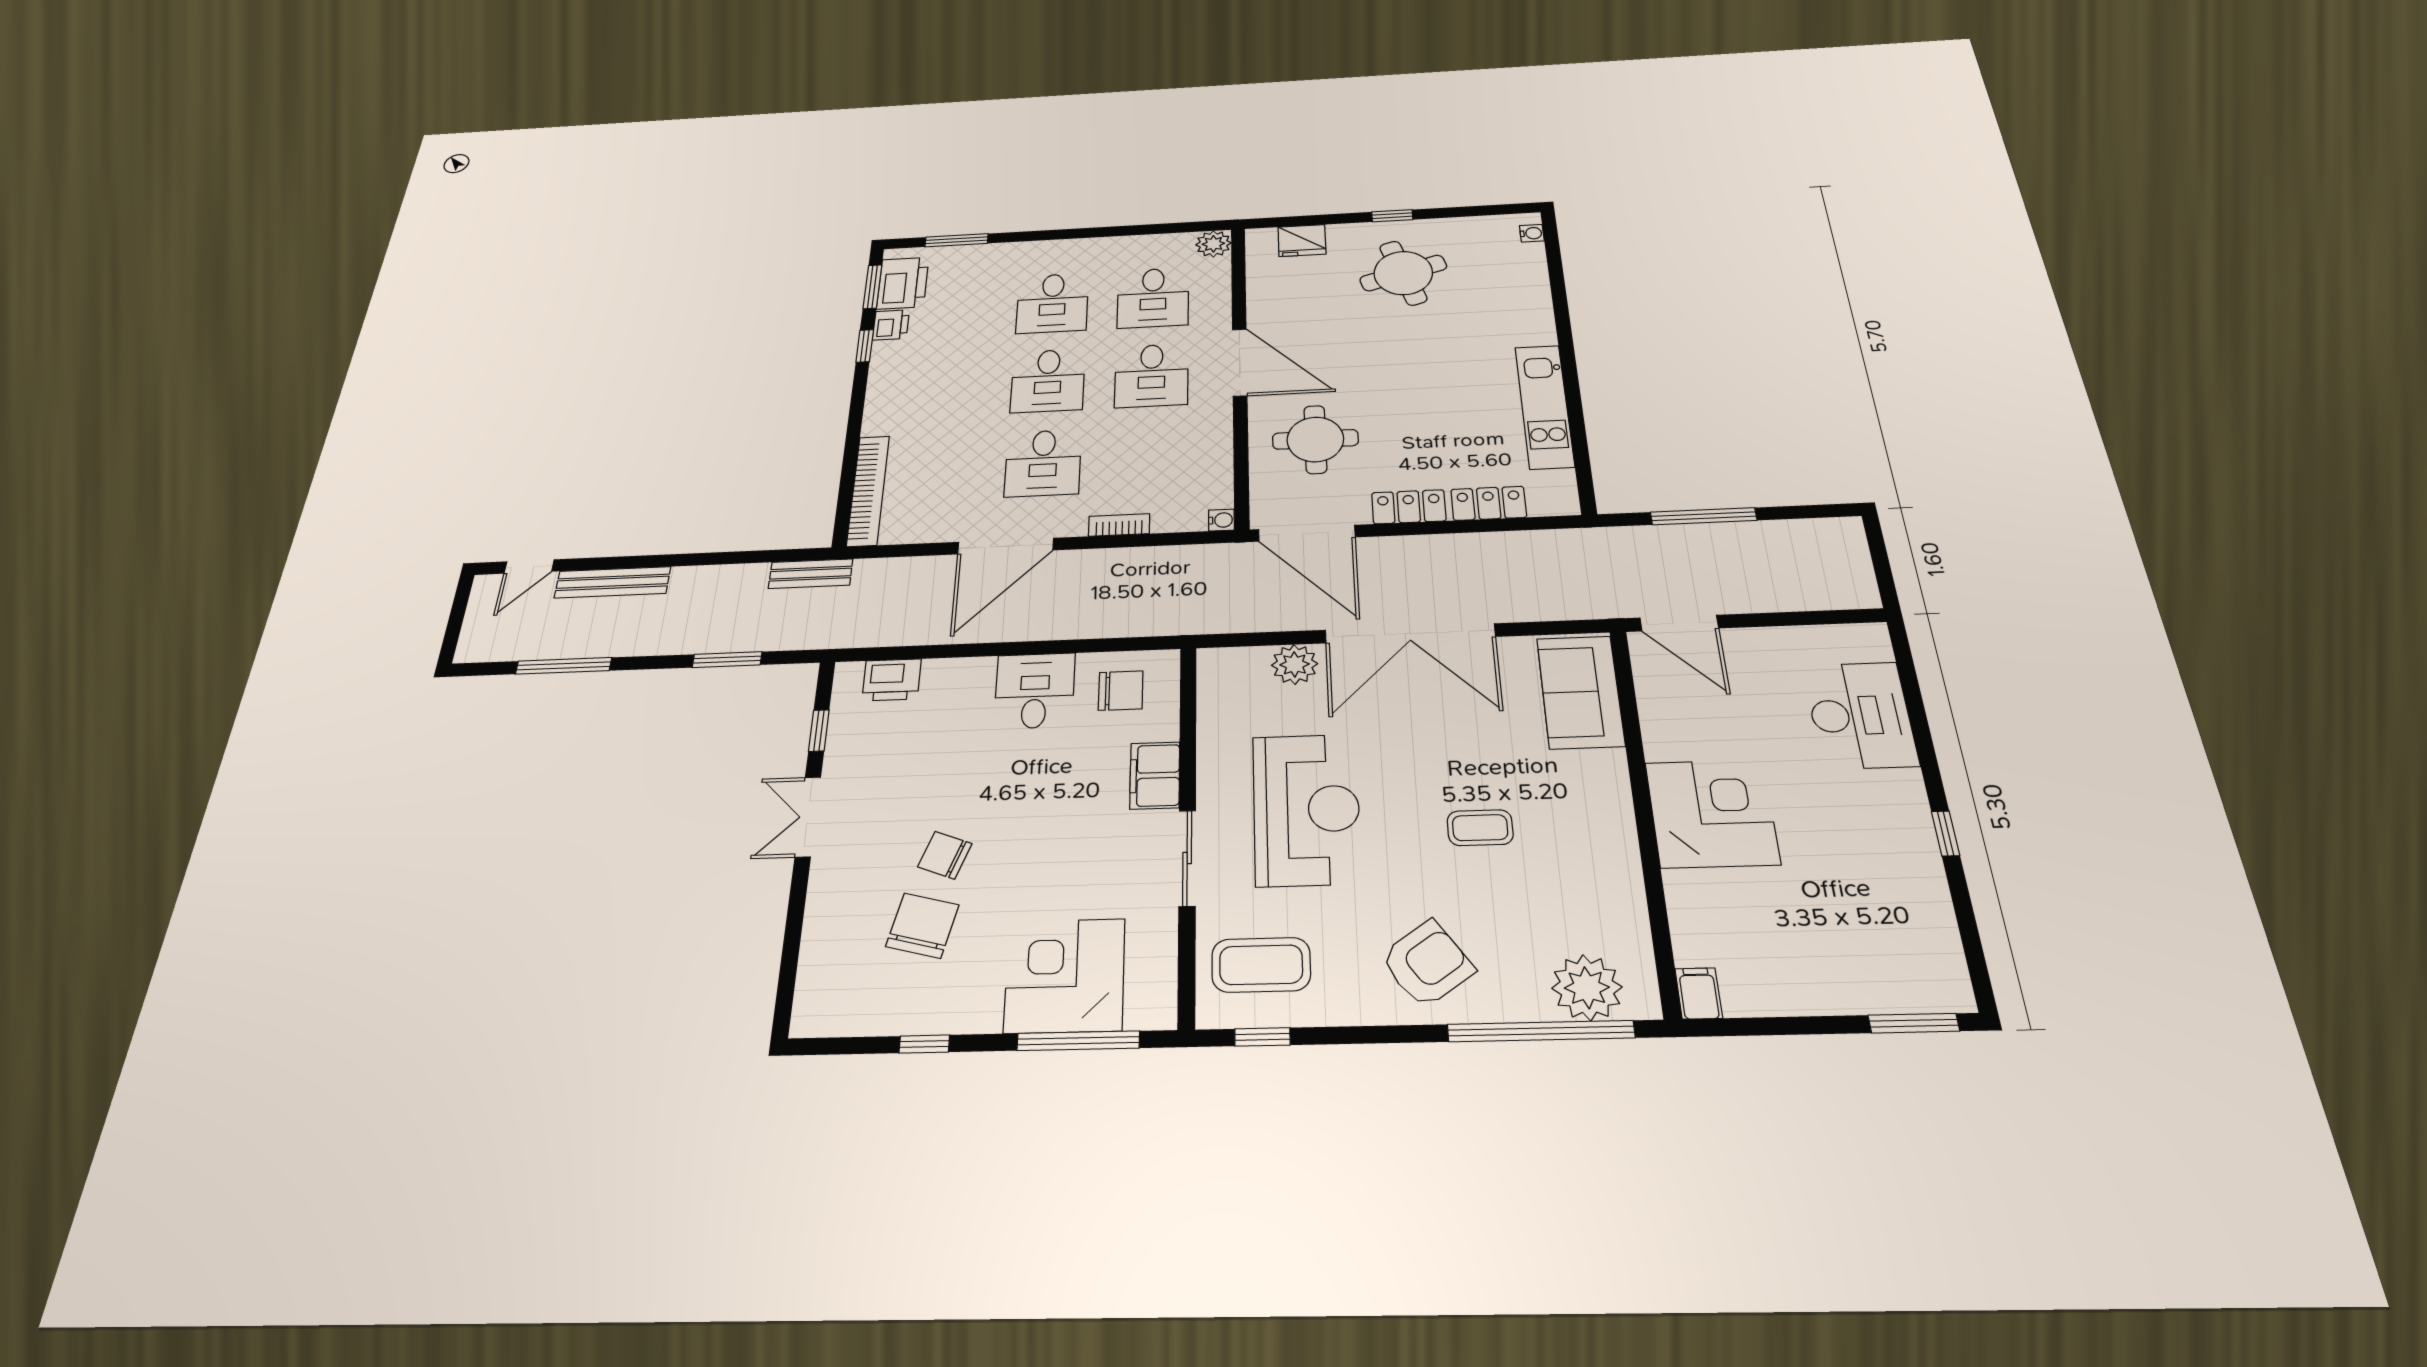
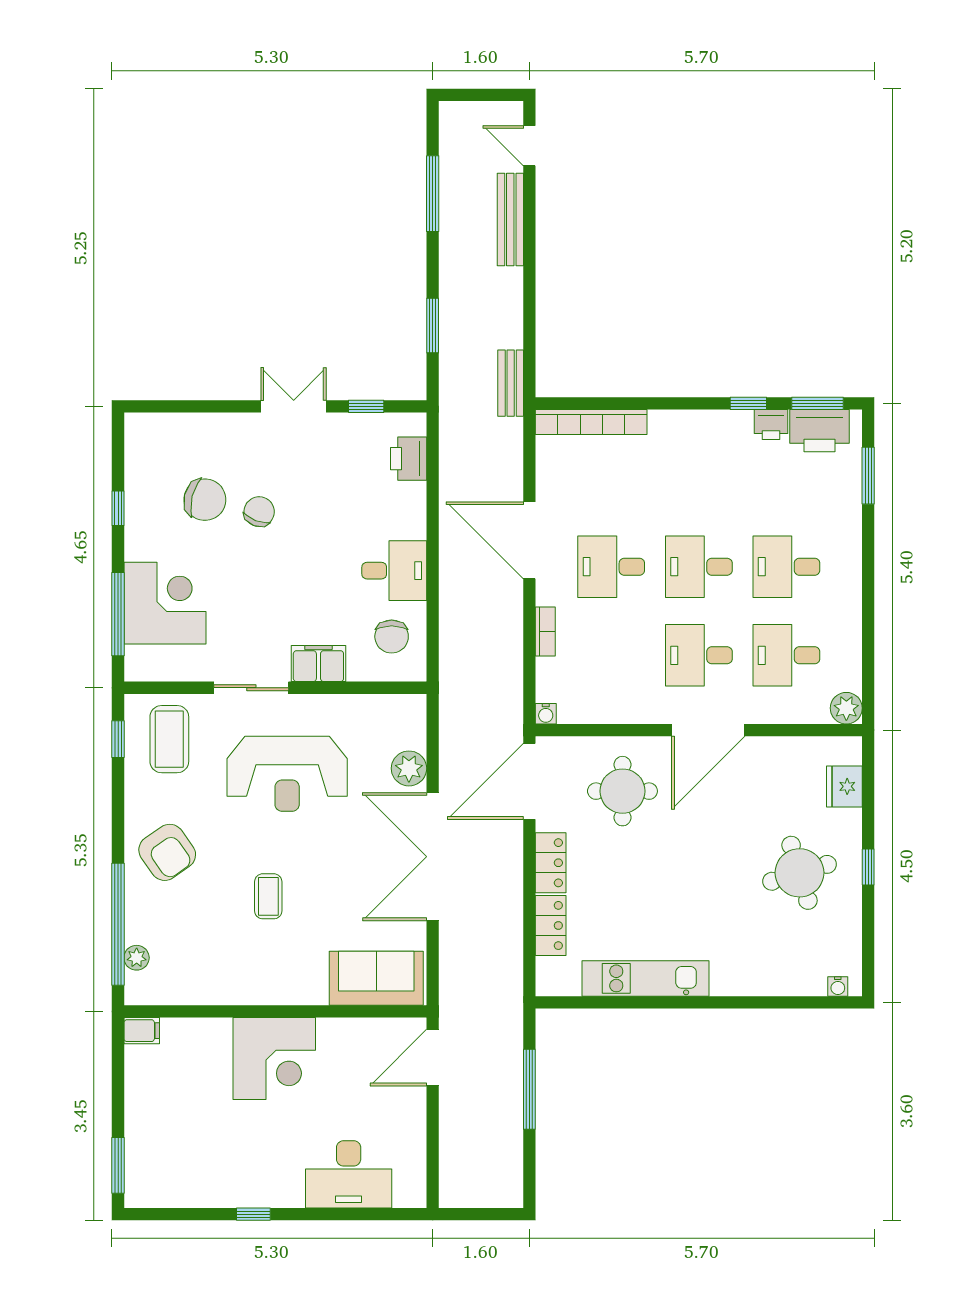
plant: (1587, 988) -> (137, 958), width x0.53, depth x0.53

